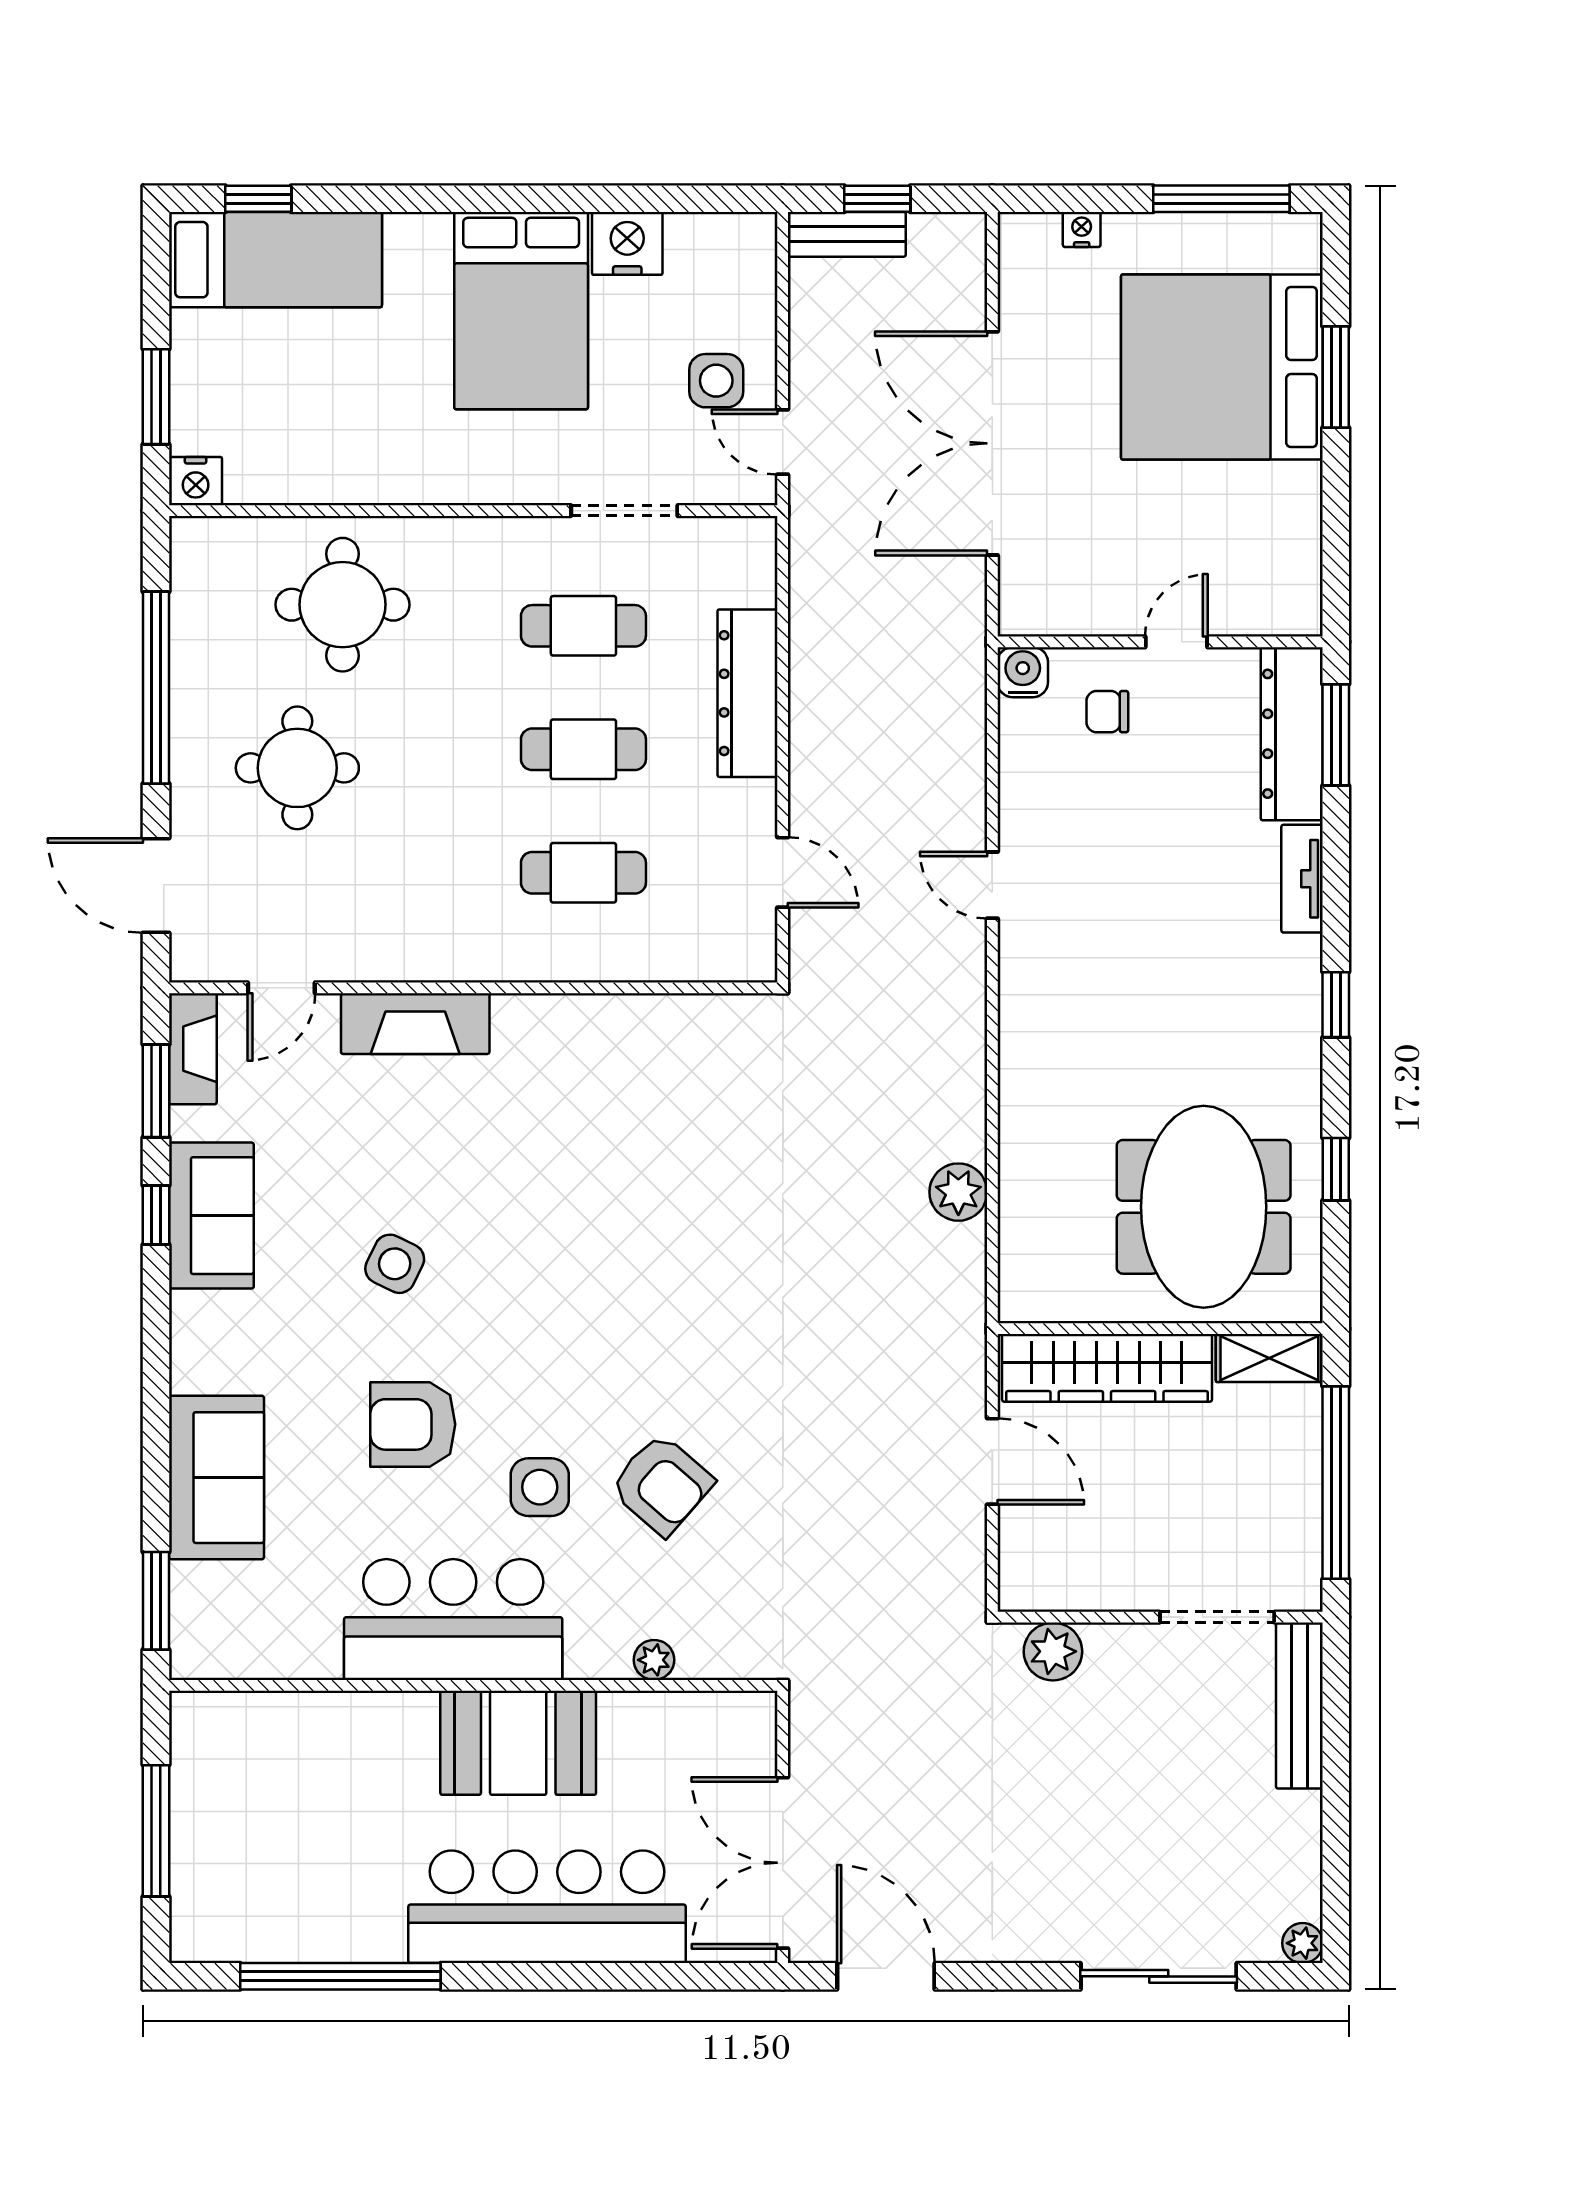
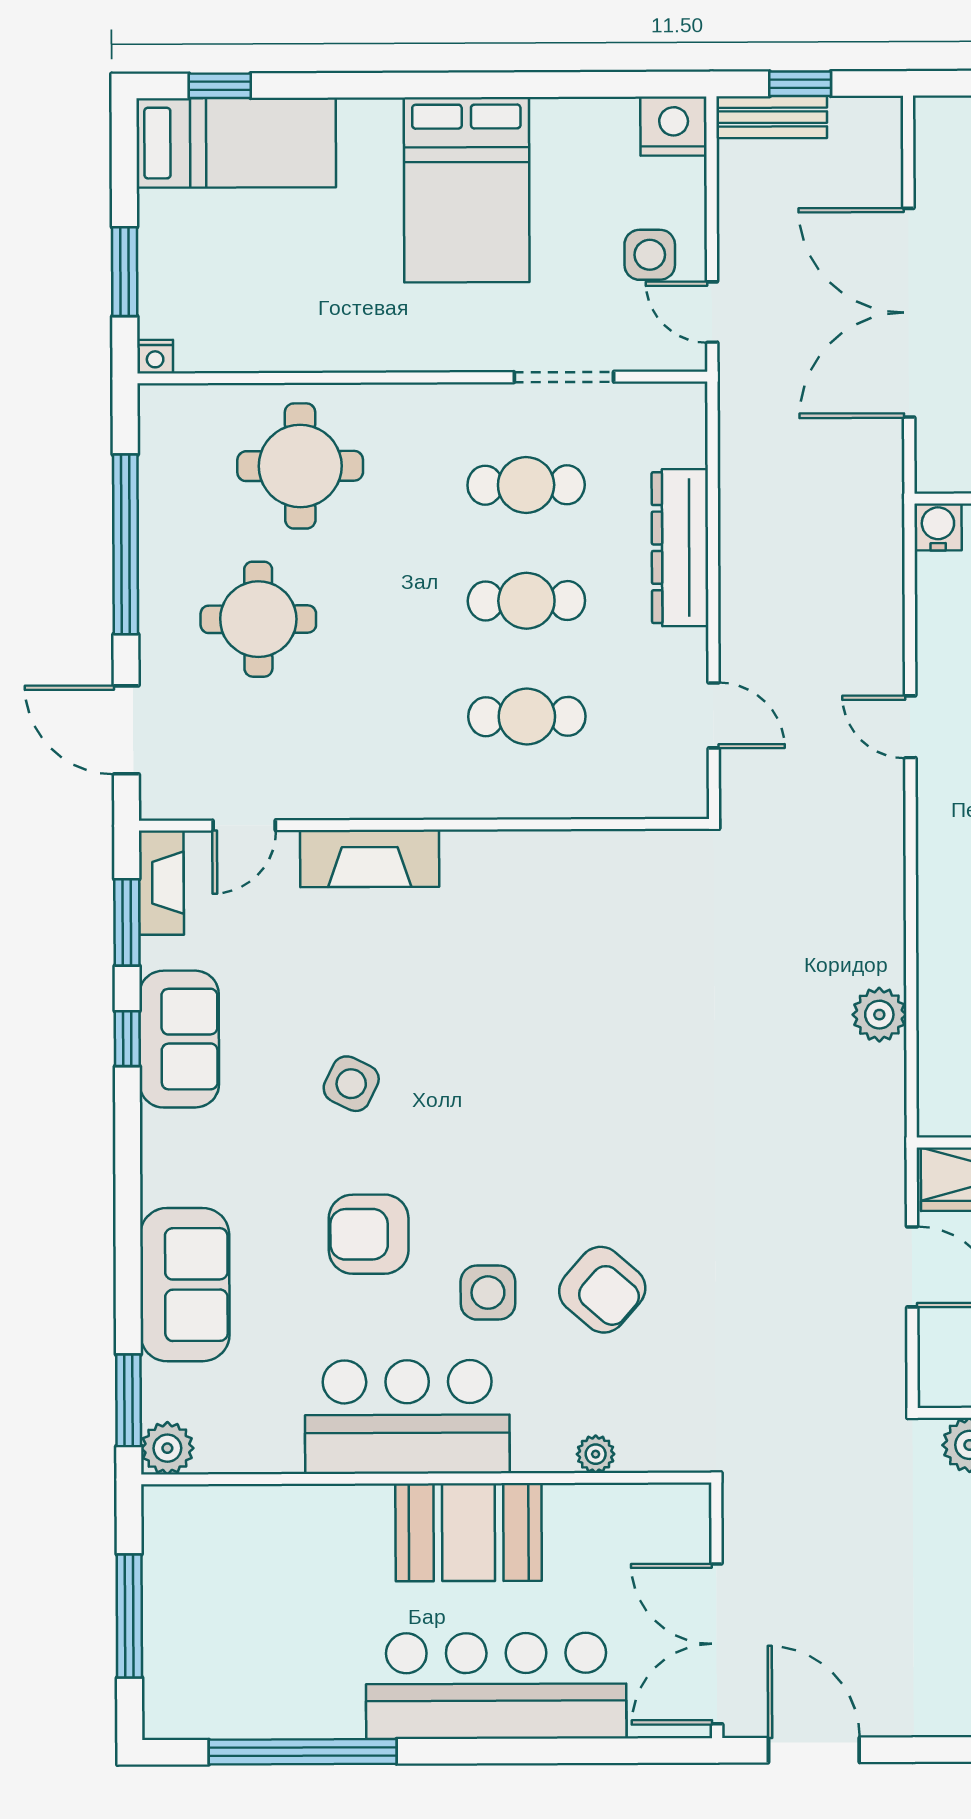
nightstand: (627, 243) -> (674, 126), moved
nightstand: (196, 481) -> (155, 357), width x0.72, depth x0.74
plant: (197, 1652) -> (167, 1448), added

